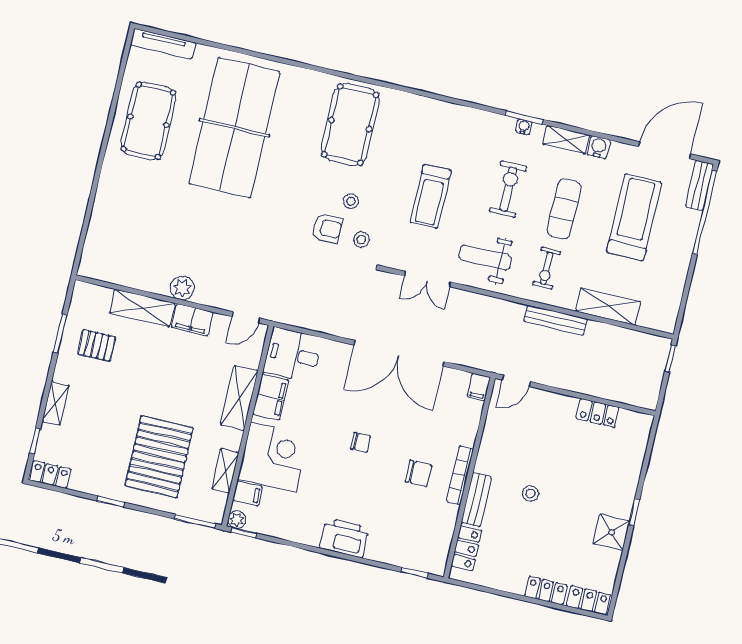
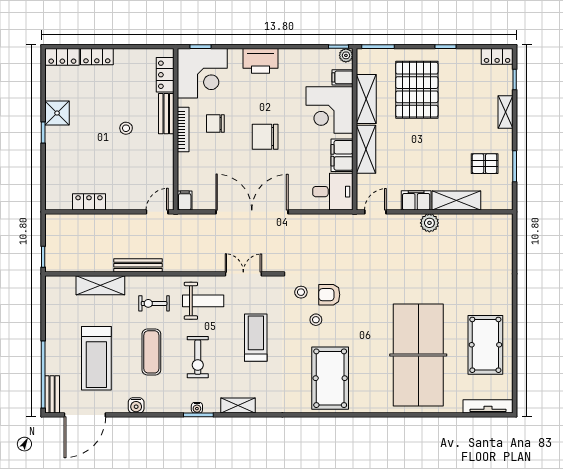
shelving: (566, 139) -> (238, 405), moved
exercise bike: (547, 268) -> (154, 303), turned -90
chair: (361, 442) -> (265, 137), width x1.87, depth x1.87
shelving: (225, 471) -> (366, 99), width x1.50, depth x1.33
corner desk: (420, 539) -> (202, 73), added

